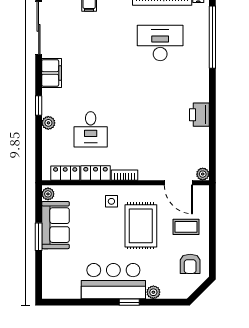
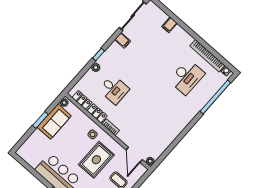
desk: (160, 43) -> (187, 77), turned 90
filing cabinet: (52, 73) -> (123, 40), width x0.50
printer: (199, 115) -> (175, 130), removed
desk: (91, 129) -> (114, 89), turned -90

